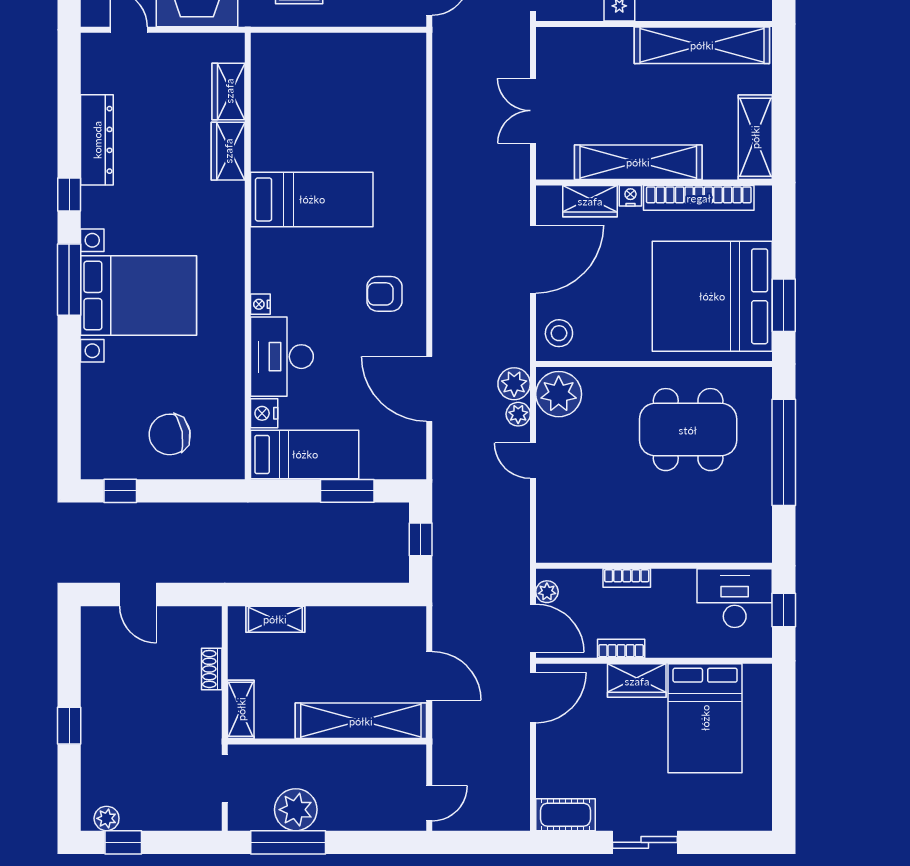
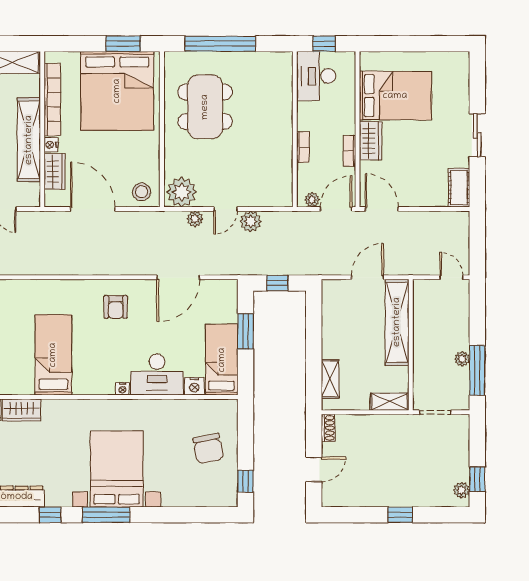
plant: (514, 384) -> (251, 221), moved
shoe rack: (212, 669) -> (328, 428), moved, turned -90
plant: (296, 810) -> (462, 359), width x0.53, depth x0.53

